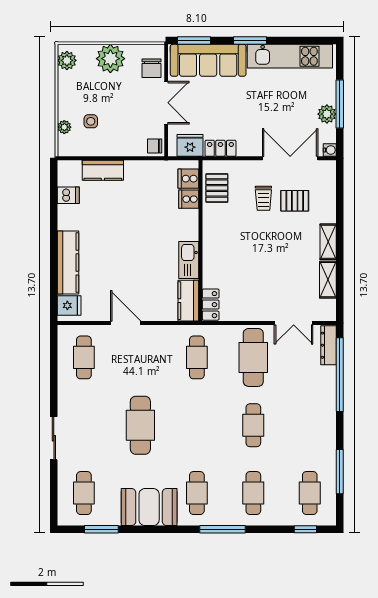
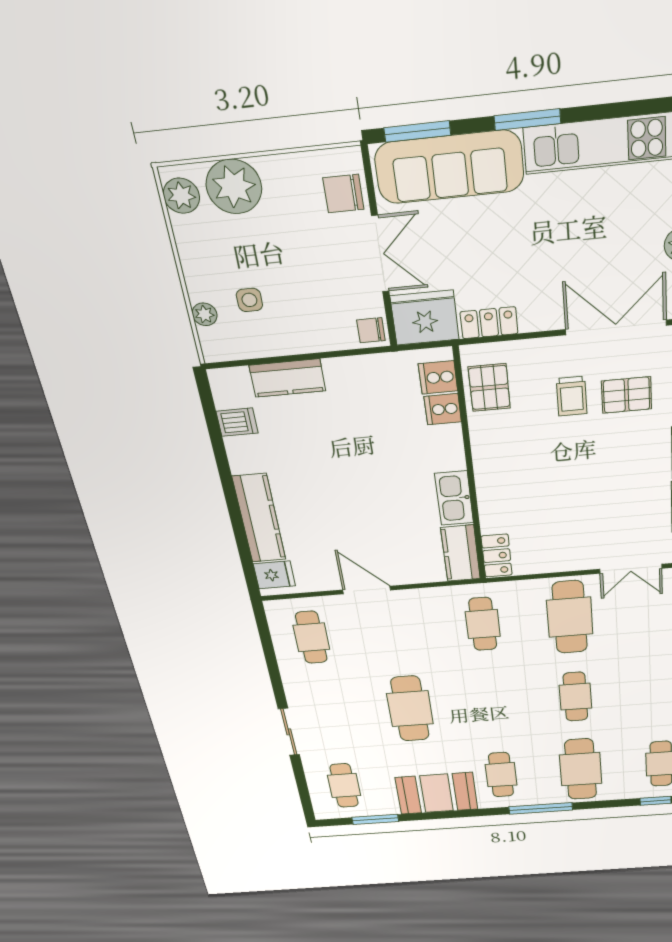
plant: (110, 59) -> (234, 187), moved
chair: (152, 68) -> (343, 194), turned 90
fridge: (190, 145) -> (425, 318), width x1.36, depth x1.34
cafe table: (253, 493) -> (581, 769), width x1.37, depth x1.35

